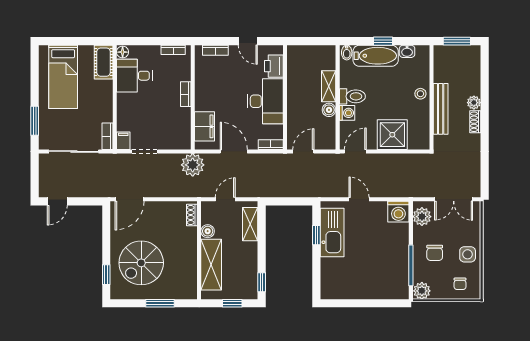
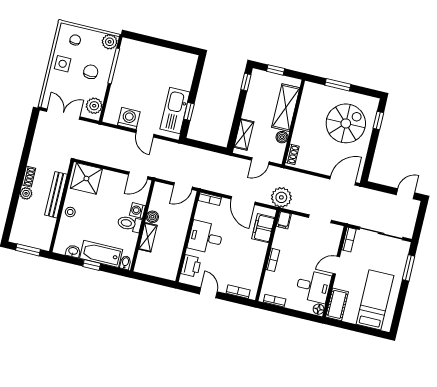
desk: (265, 101) -> (205, 237), width x0.73
door: (115, 105) -> (336, 265), added
shower: (392, 135) -> (86, 179), moved
filing cabinet: (123, 141) -> (284, 220), moved
washing machine: (398, 212) -> (129, 118), moved

